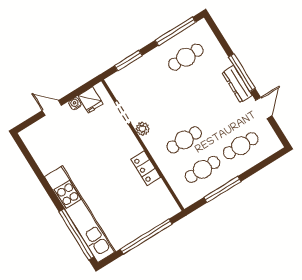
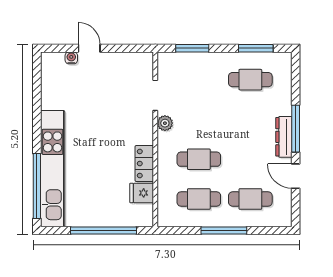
window: (175, 31) -> (256, 48), width x0.69
fridge: (91, 100) -> (142, 193), moved, turned 90
water cooler: (75, 104) -> (71, 58), moved
door: (264, 108) -> (296, 176), swing flipped
window: (222, 189) -> (224, 230), moved

